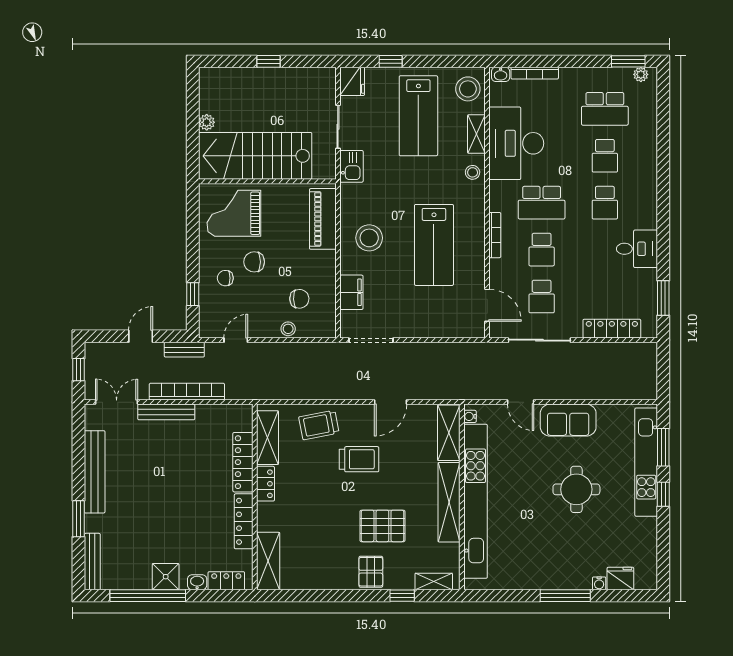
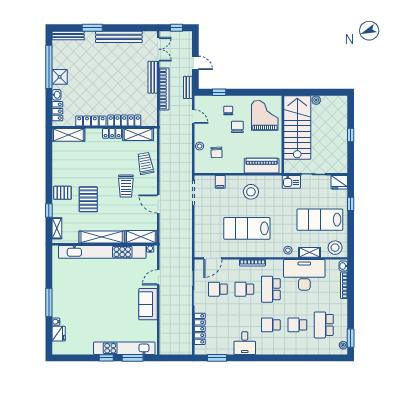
filing cabinet: (351, 292) -> (220, 182), width x0.50
round table: (576, 489) -> (109, 309), removed

